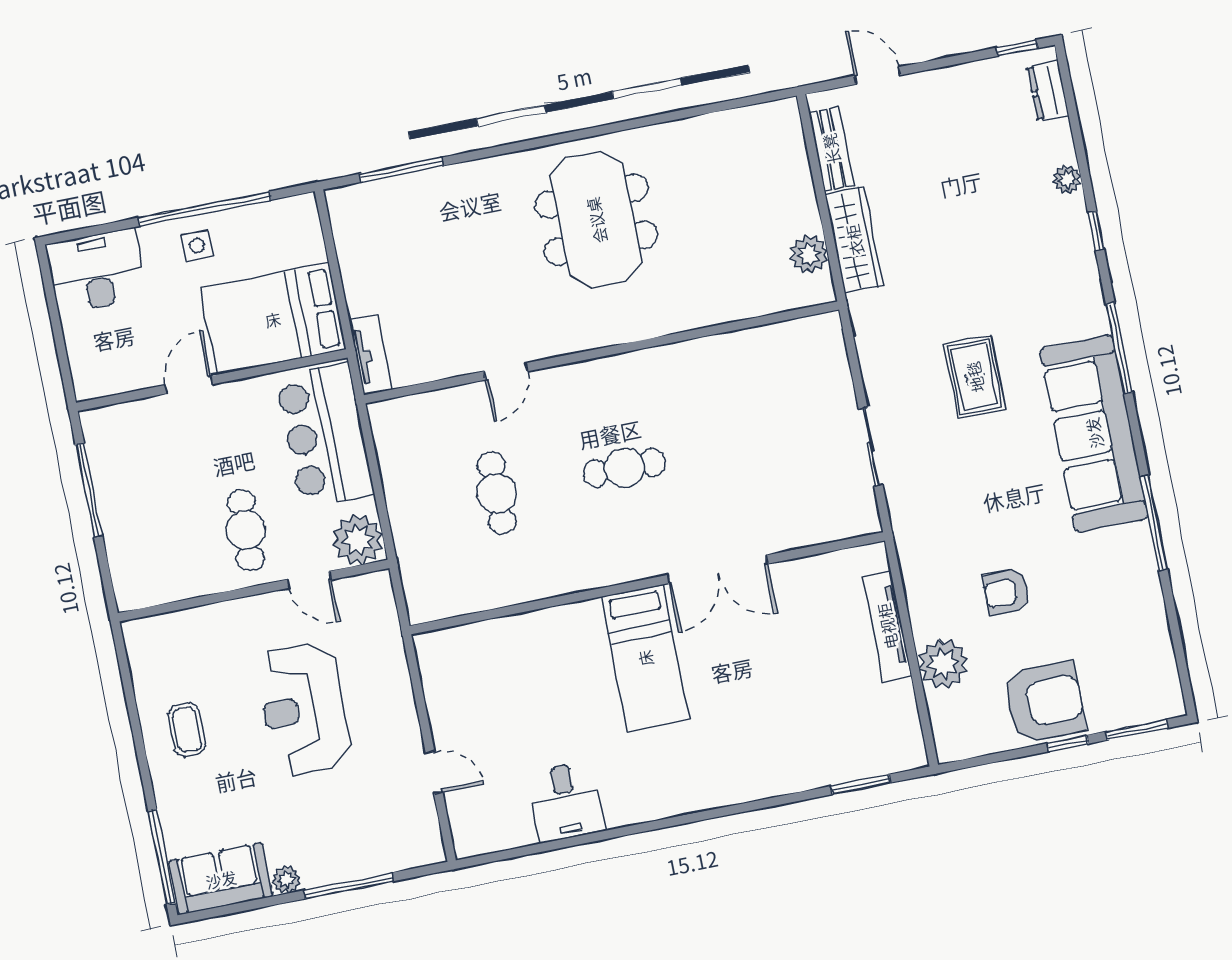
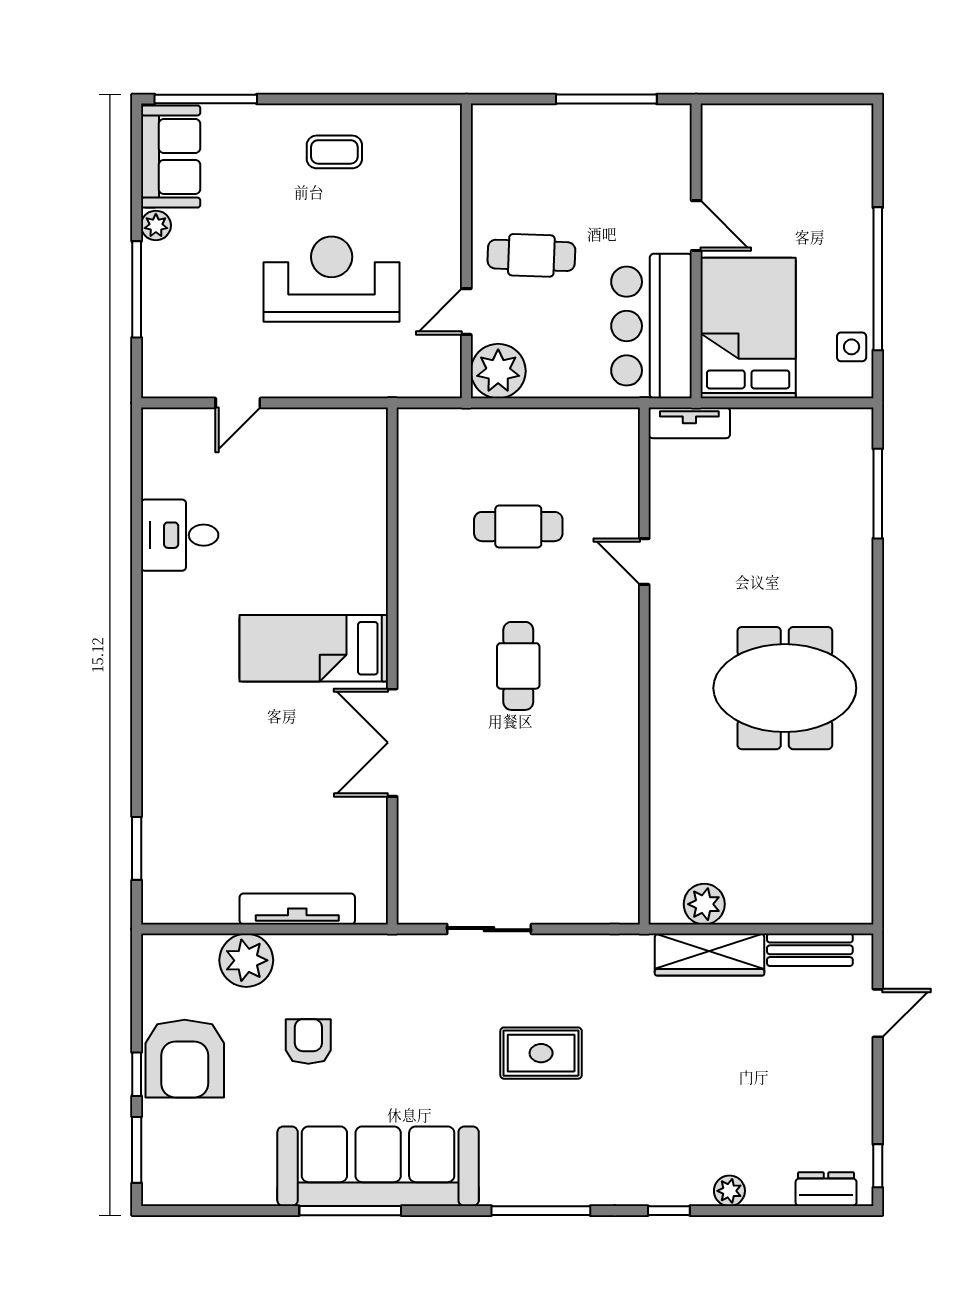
side table: (197, 246) -> (852, 347), moved
desk: (96, 271) -> (835, 152), removed
sofa: (1094, 433) -> (378, 1166), moved
bar counter: (325, 435) -> (652, 326), moved, turned -90

